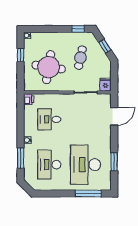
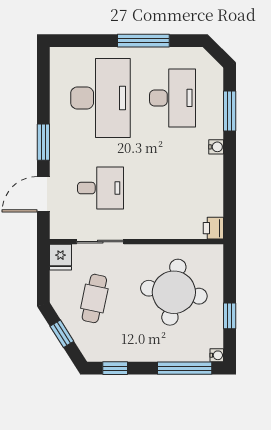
window: (43, 29) -> (185, 368), added
cafe table: (80, 58) -> (94, 298), moved
desk: (49, 119) -> (100, 188), moved
window: (114, 162) -> (43, 142), moved
window: (88, 193) -> (143, 41), moved

